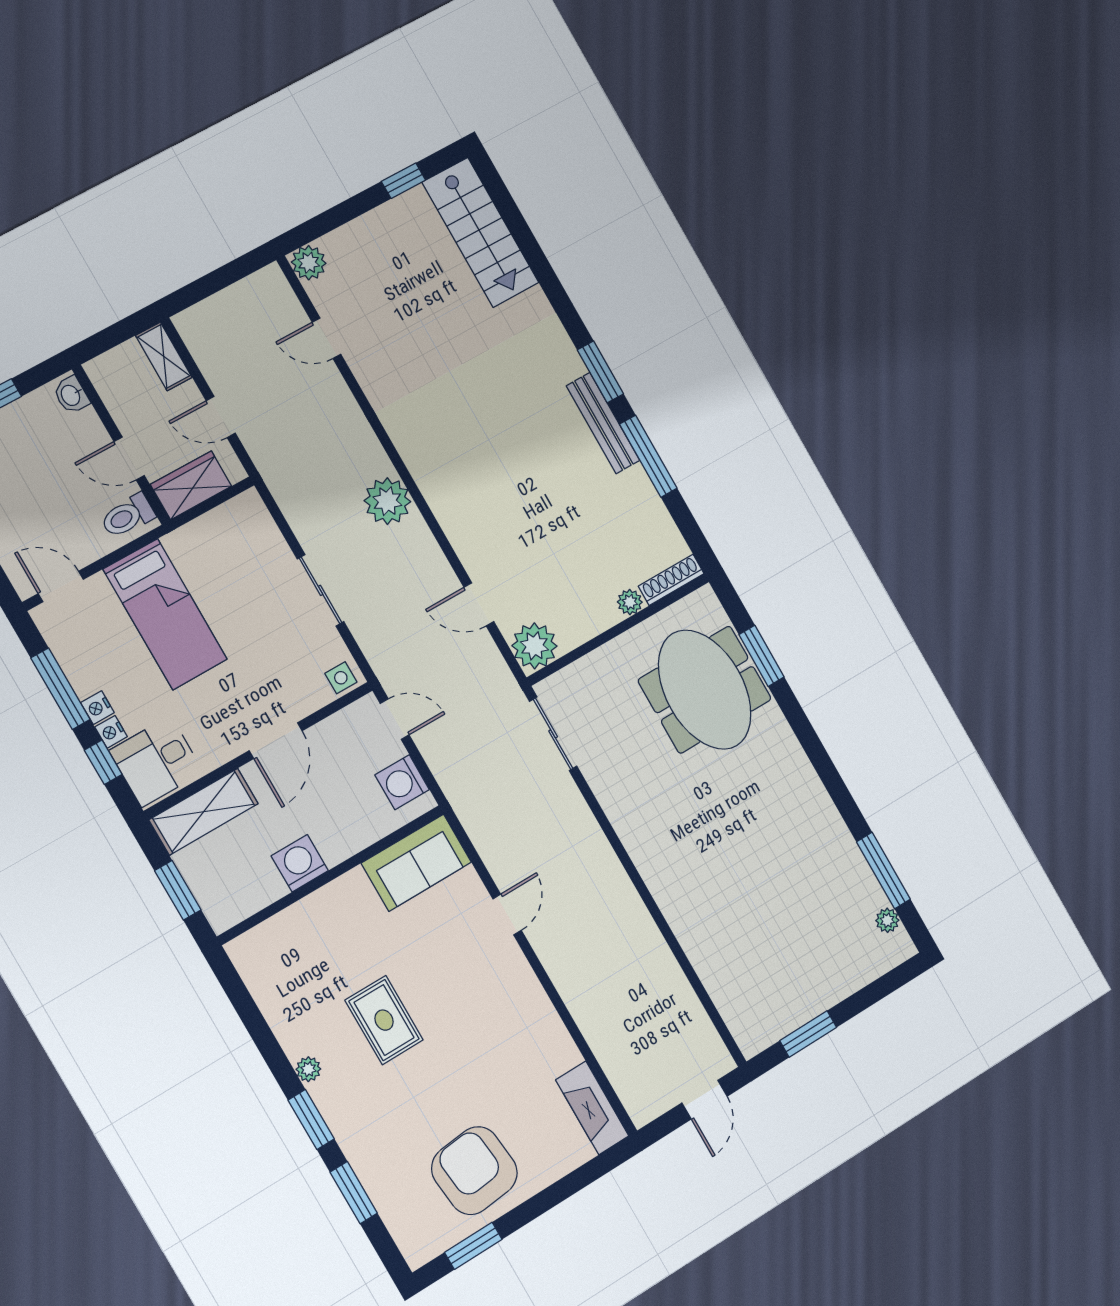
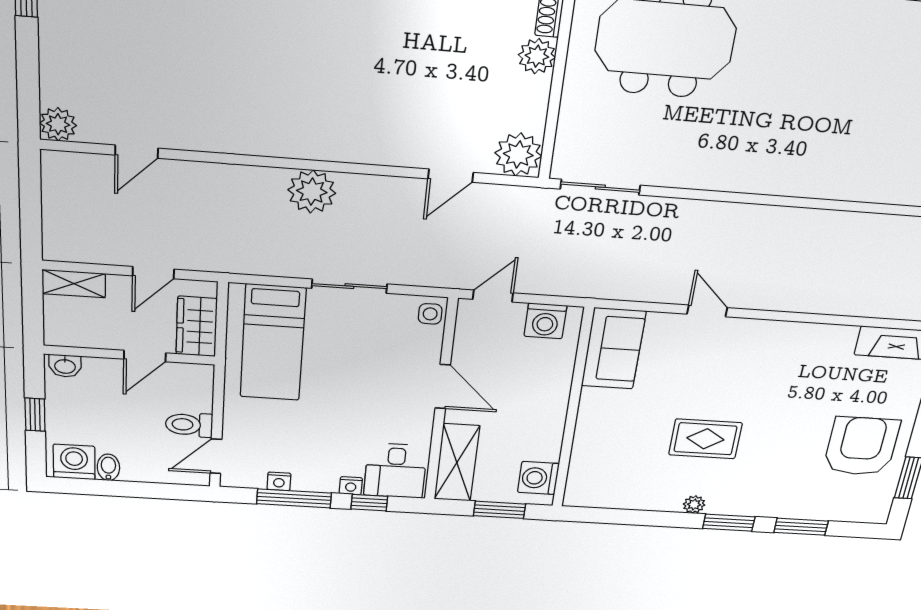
toilet: (128, 516) -> (189, 425), moved, turned 90
plant: (630, 602) -> (537, 56), width x1.38, depth x1.38
bed: (165, 614) -> (273, 343), moved, turned 90
nightstand: (97, 708) -> (279, 481), moved
washing machine: (300, 863) -> (538, 478), moved
armchair: (474, 1171) -> (861, 446), turned 96

